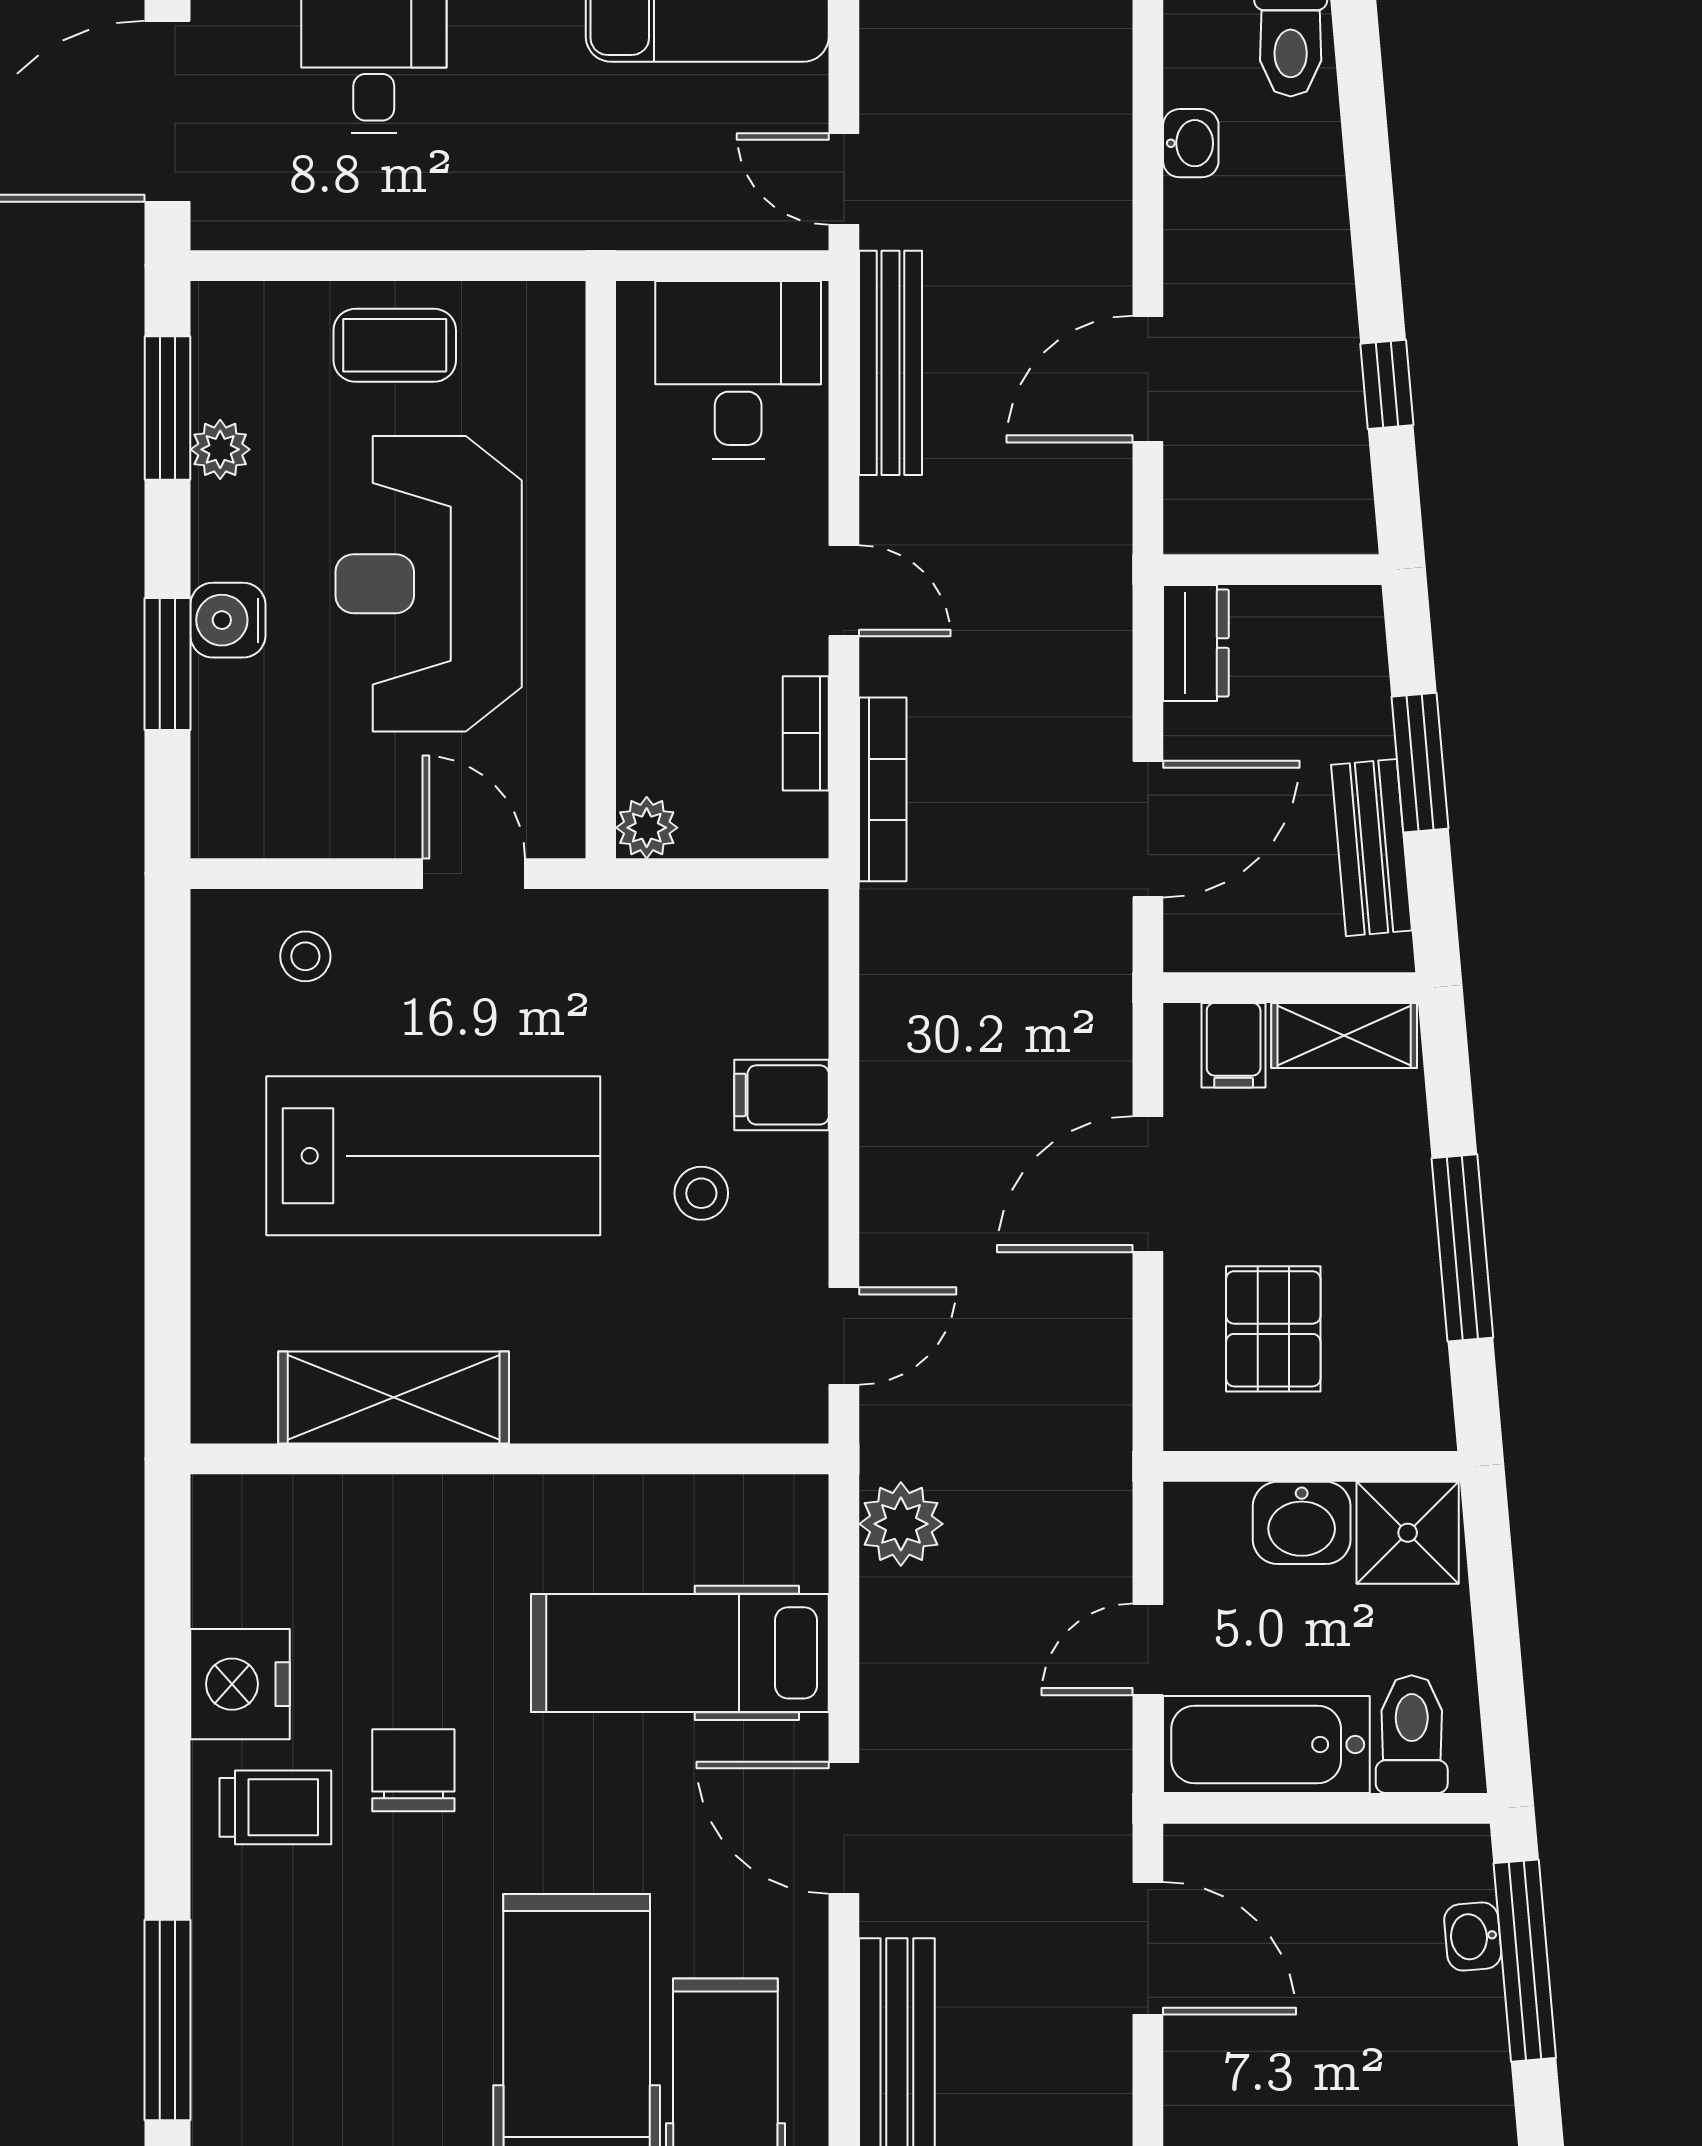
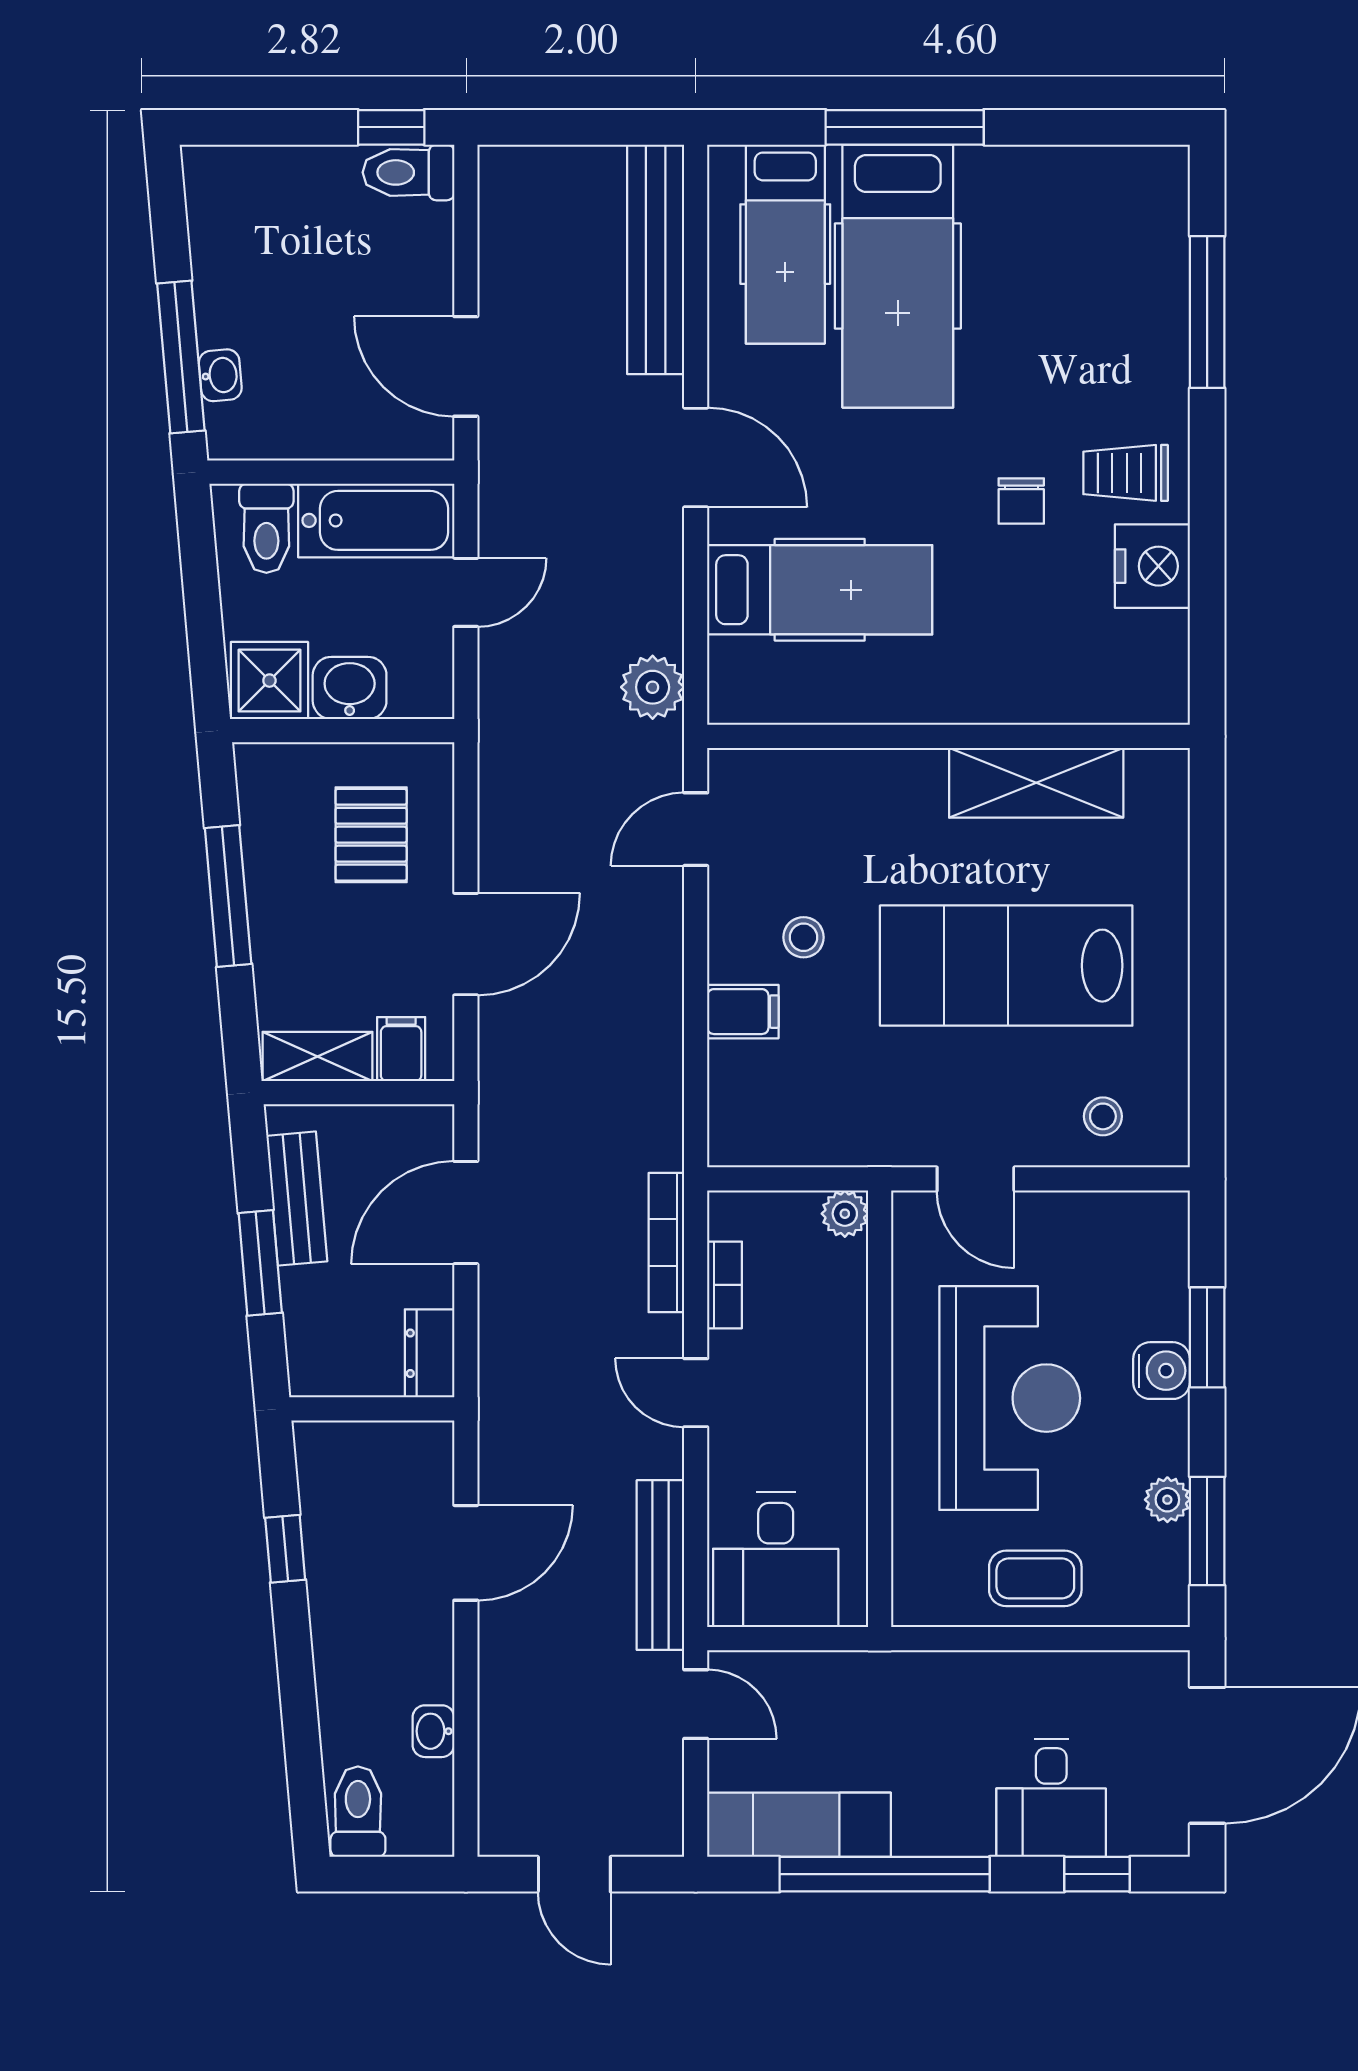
chair: (413, 1770) -> (1021, 501), width x0.73, depth x0.73

